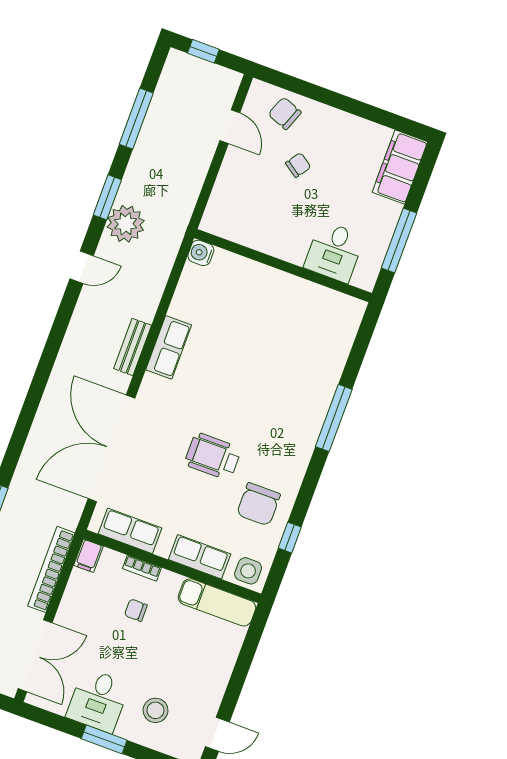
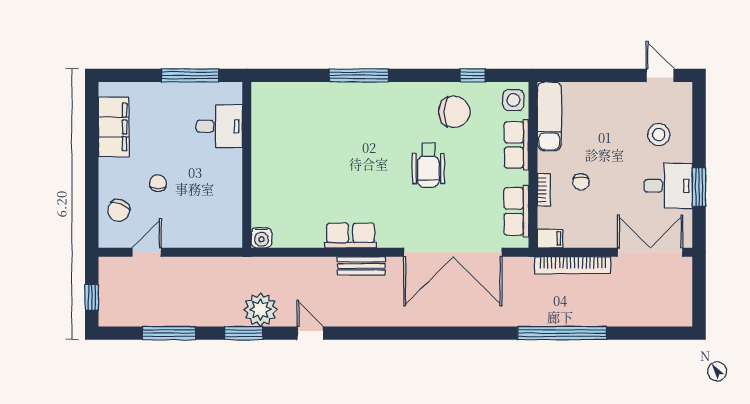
chair: (298, 165) -> (158, 183), turned 55
filing cabinet: (400, 167) -> (114, 127), moved, turned -90
window: (104, 739) -> (699, 187), moved

